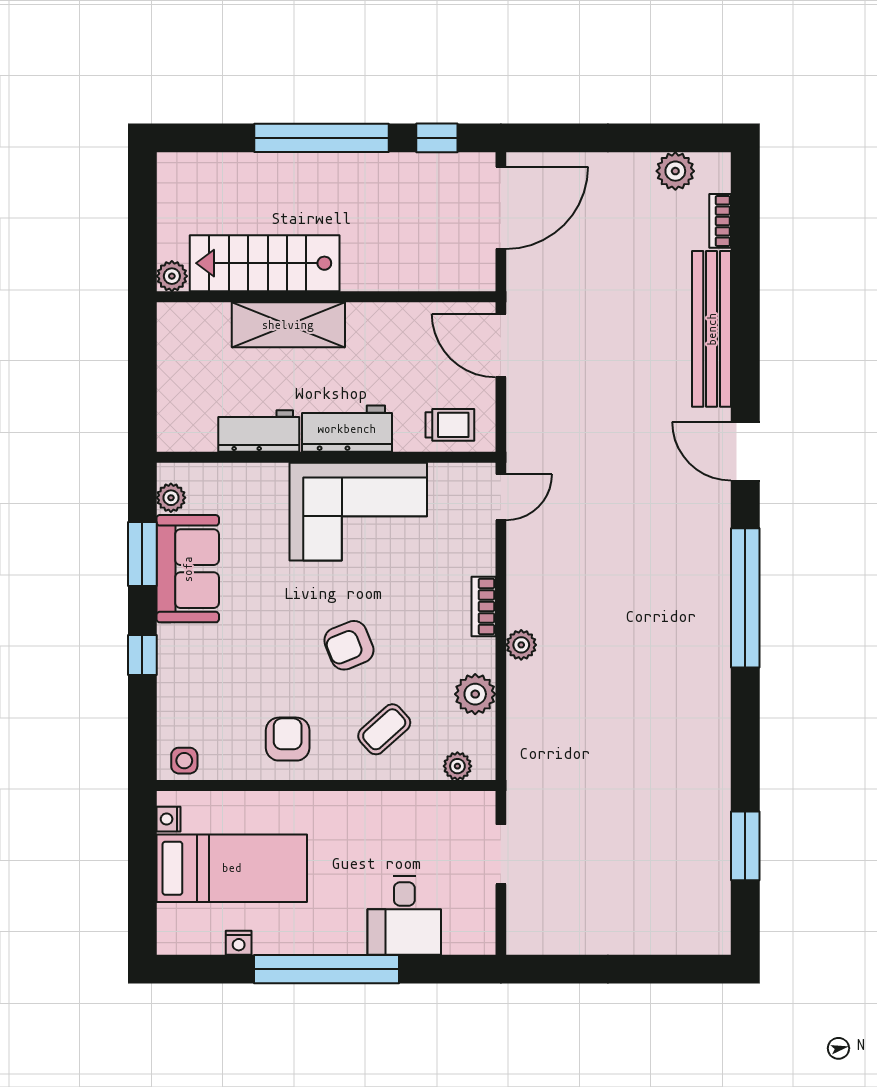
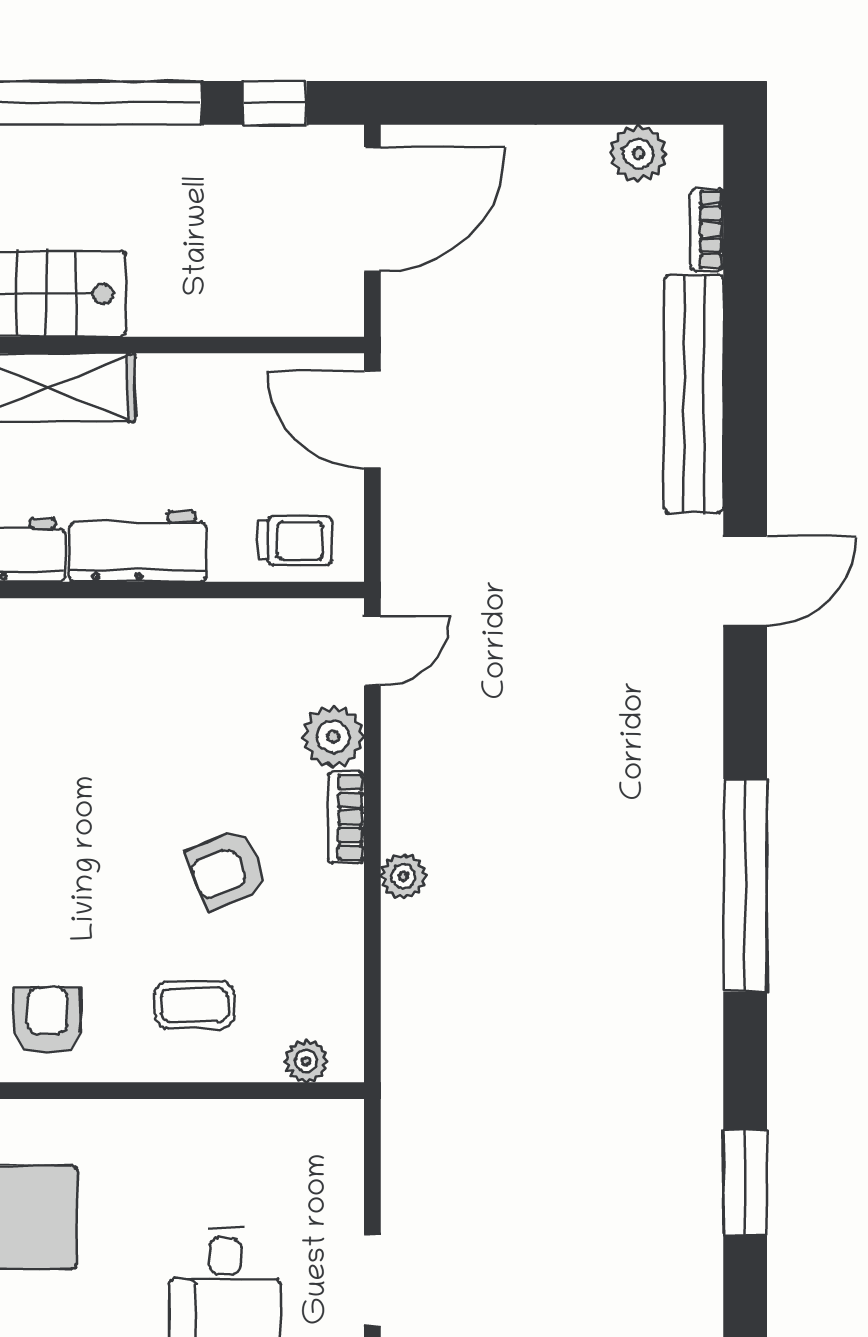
door: (745, 451) -> (745, 581), swing flipped
corner sofa: (358, 512) -> (155, 673), removed
window: (745, 598) -> (745, 885), moved
armchair: (349, 645) -> (227, 870), moved
plant: (475, 694) -> (333, 737), moved
coffee table: (384, 729) -> (194, 1005), turned 42
doorway: (501, 854) -> (372, 1280), moved

